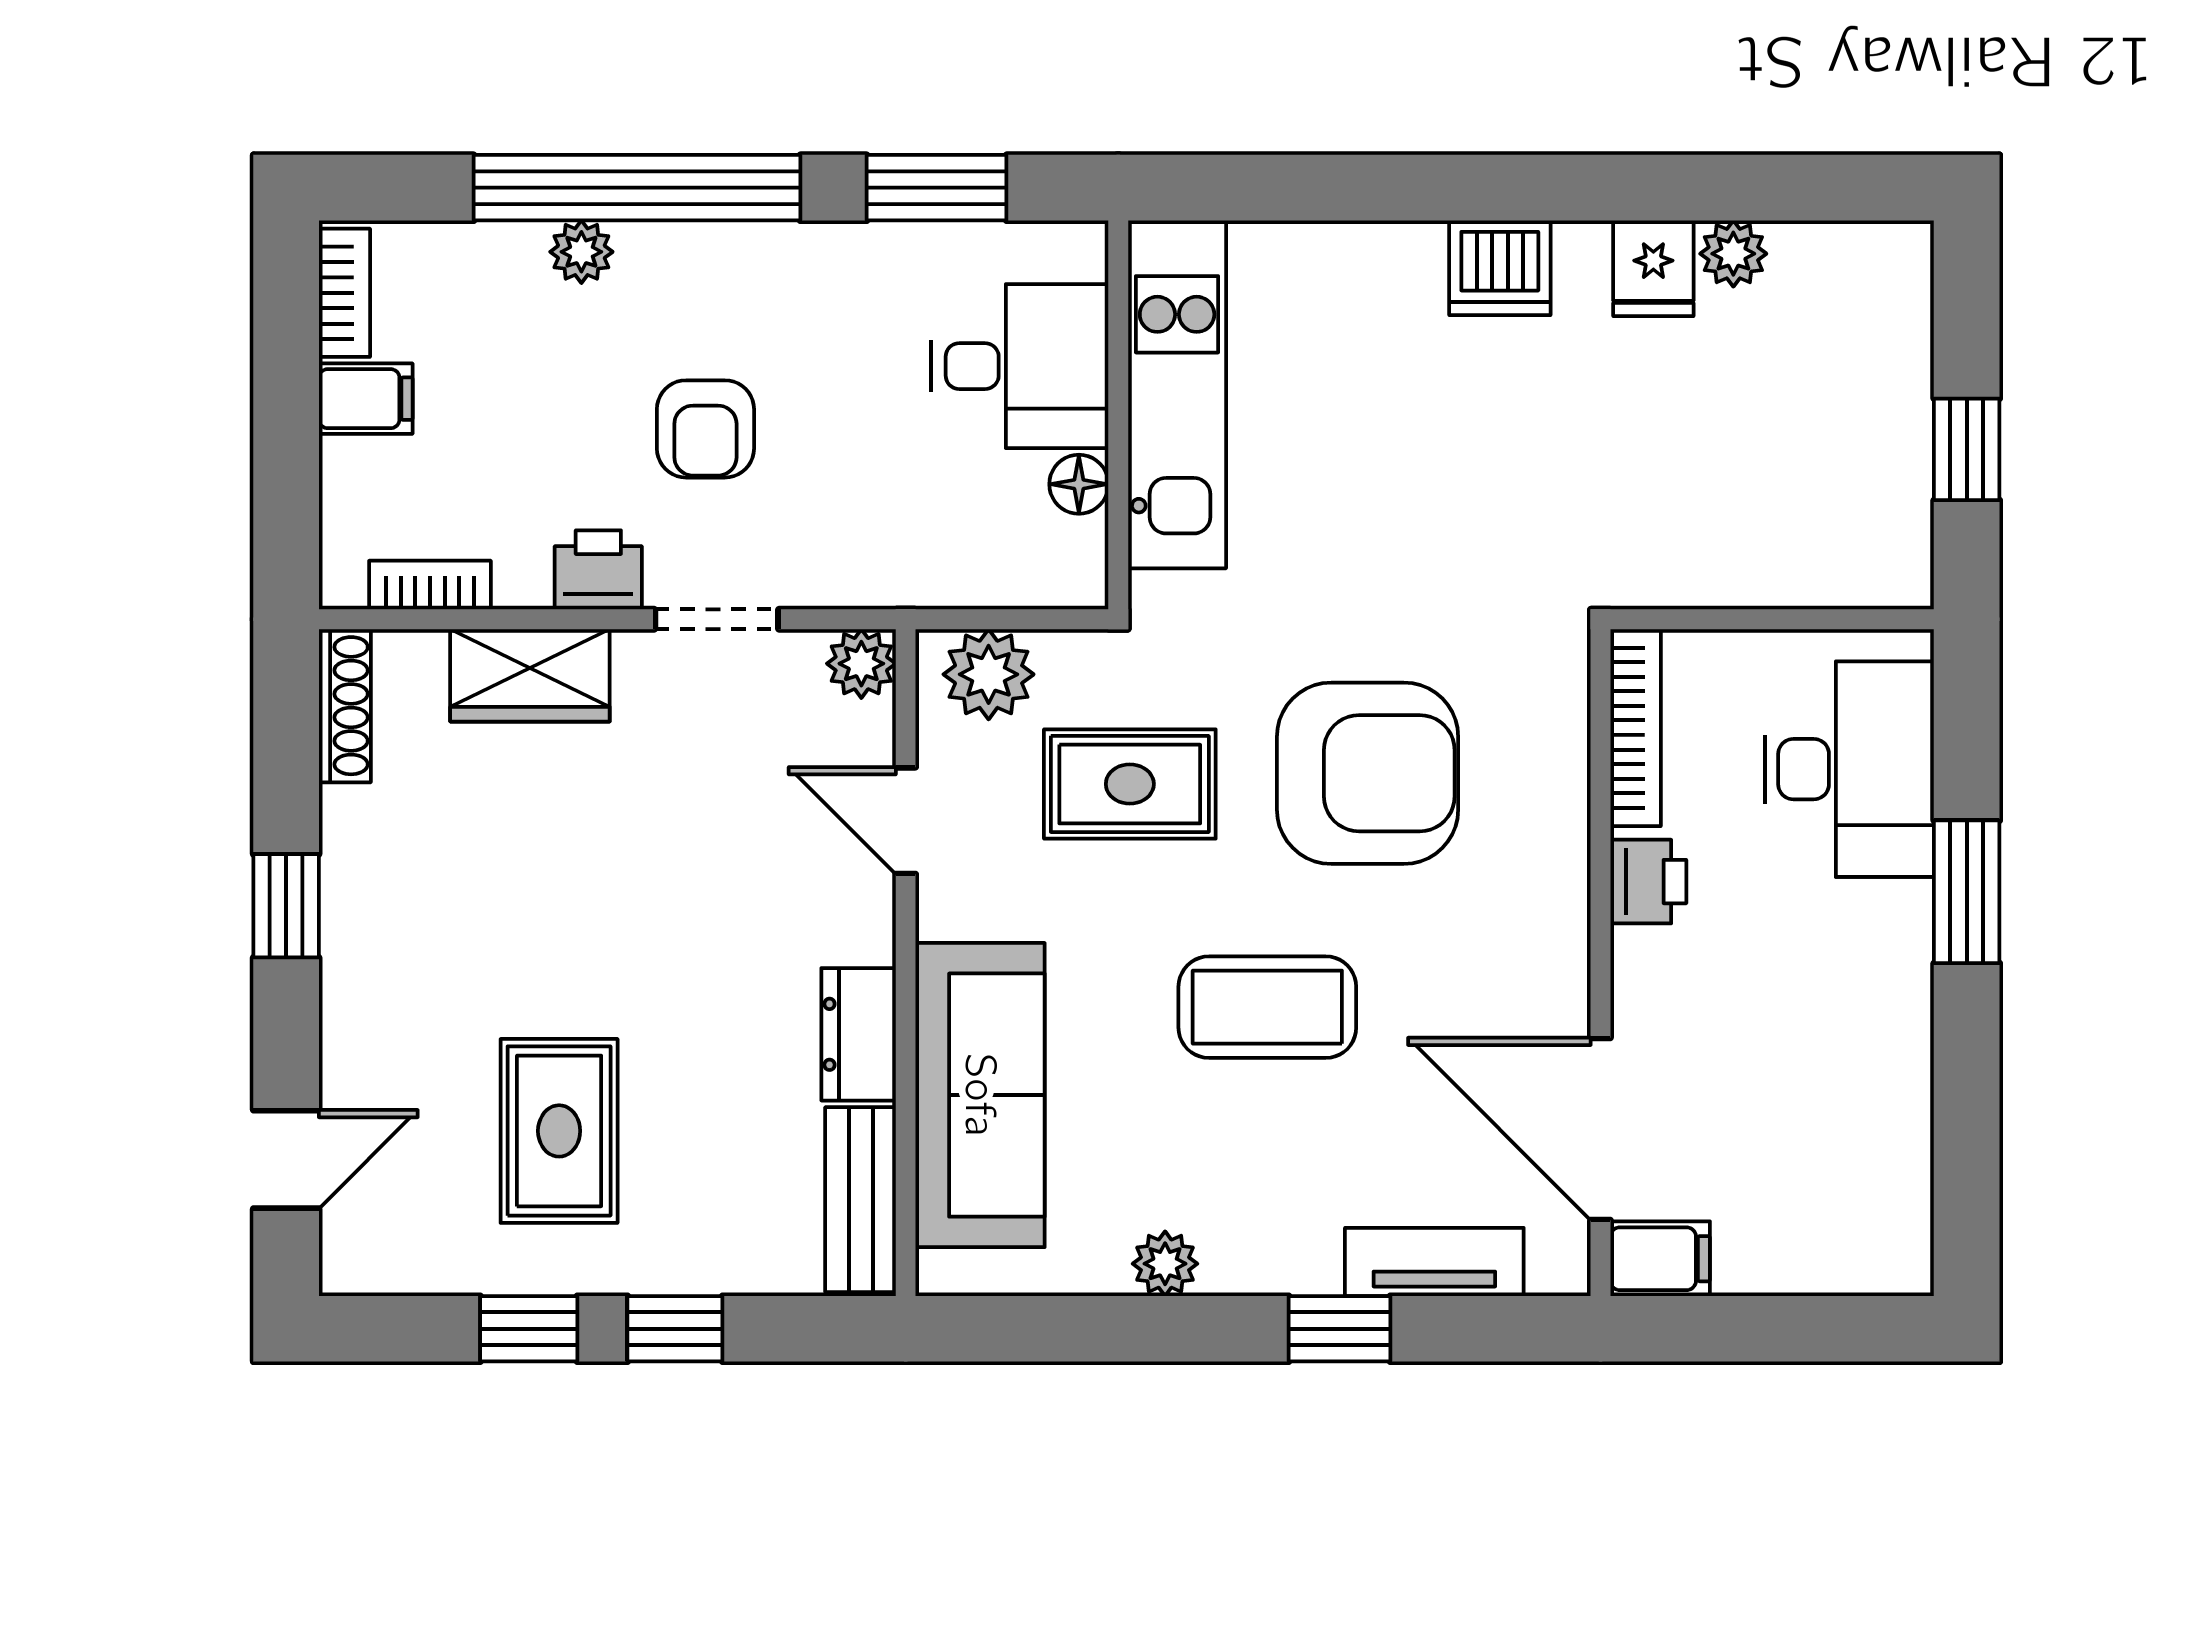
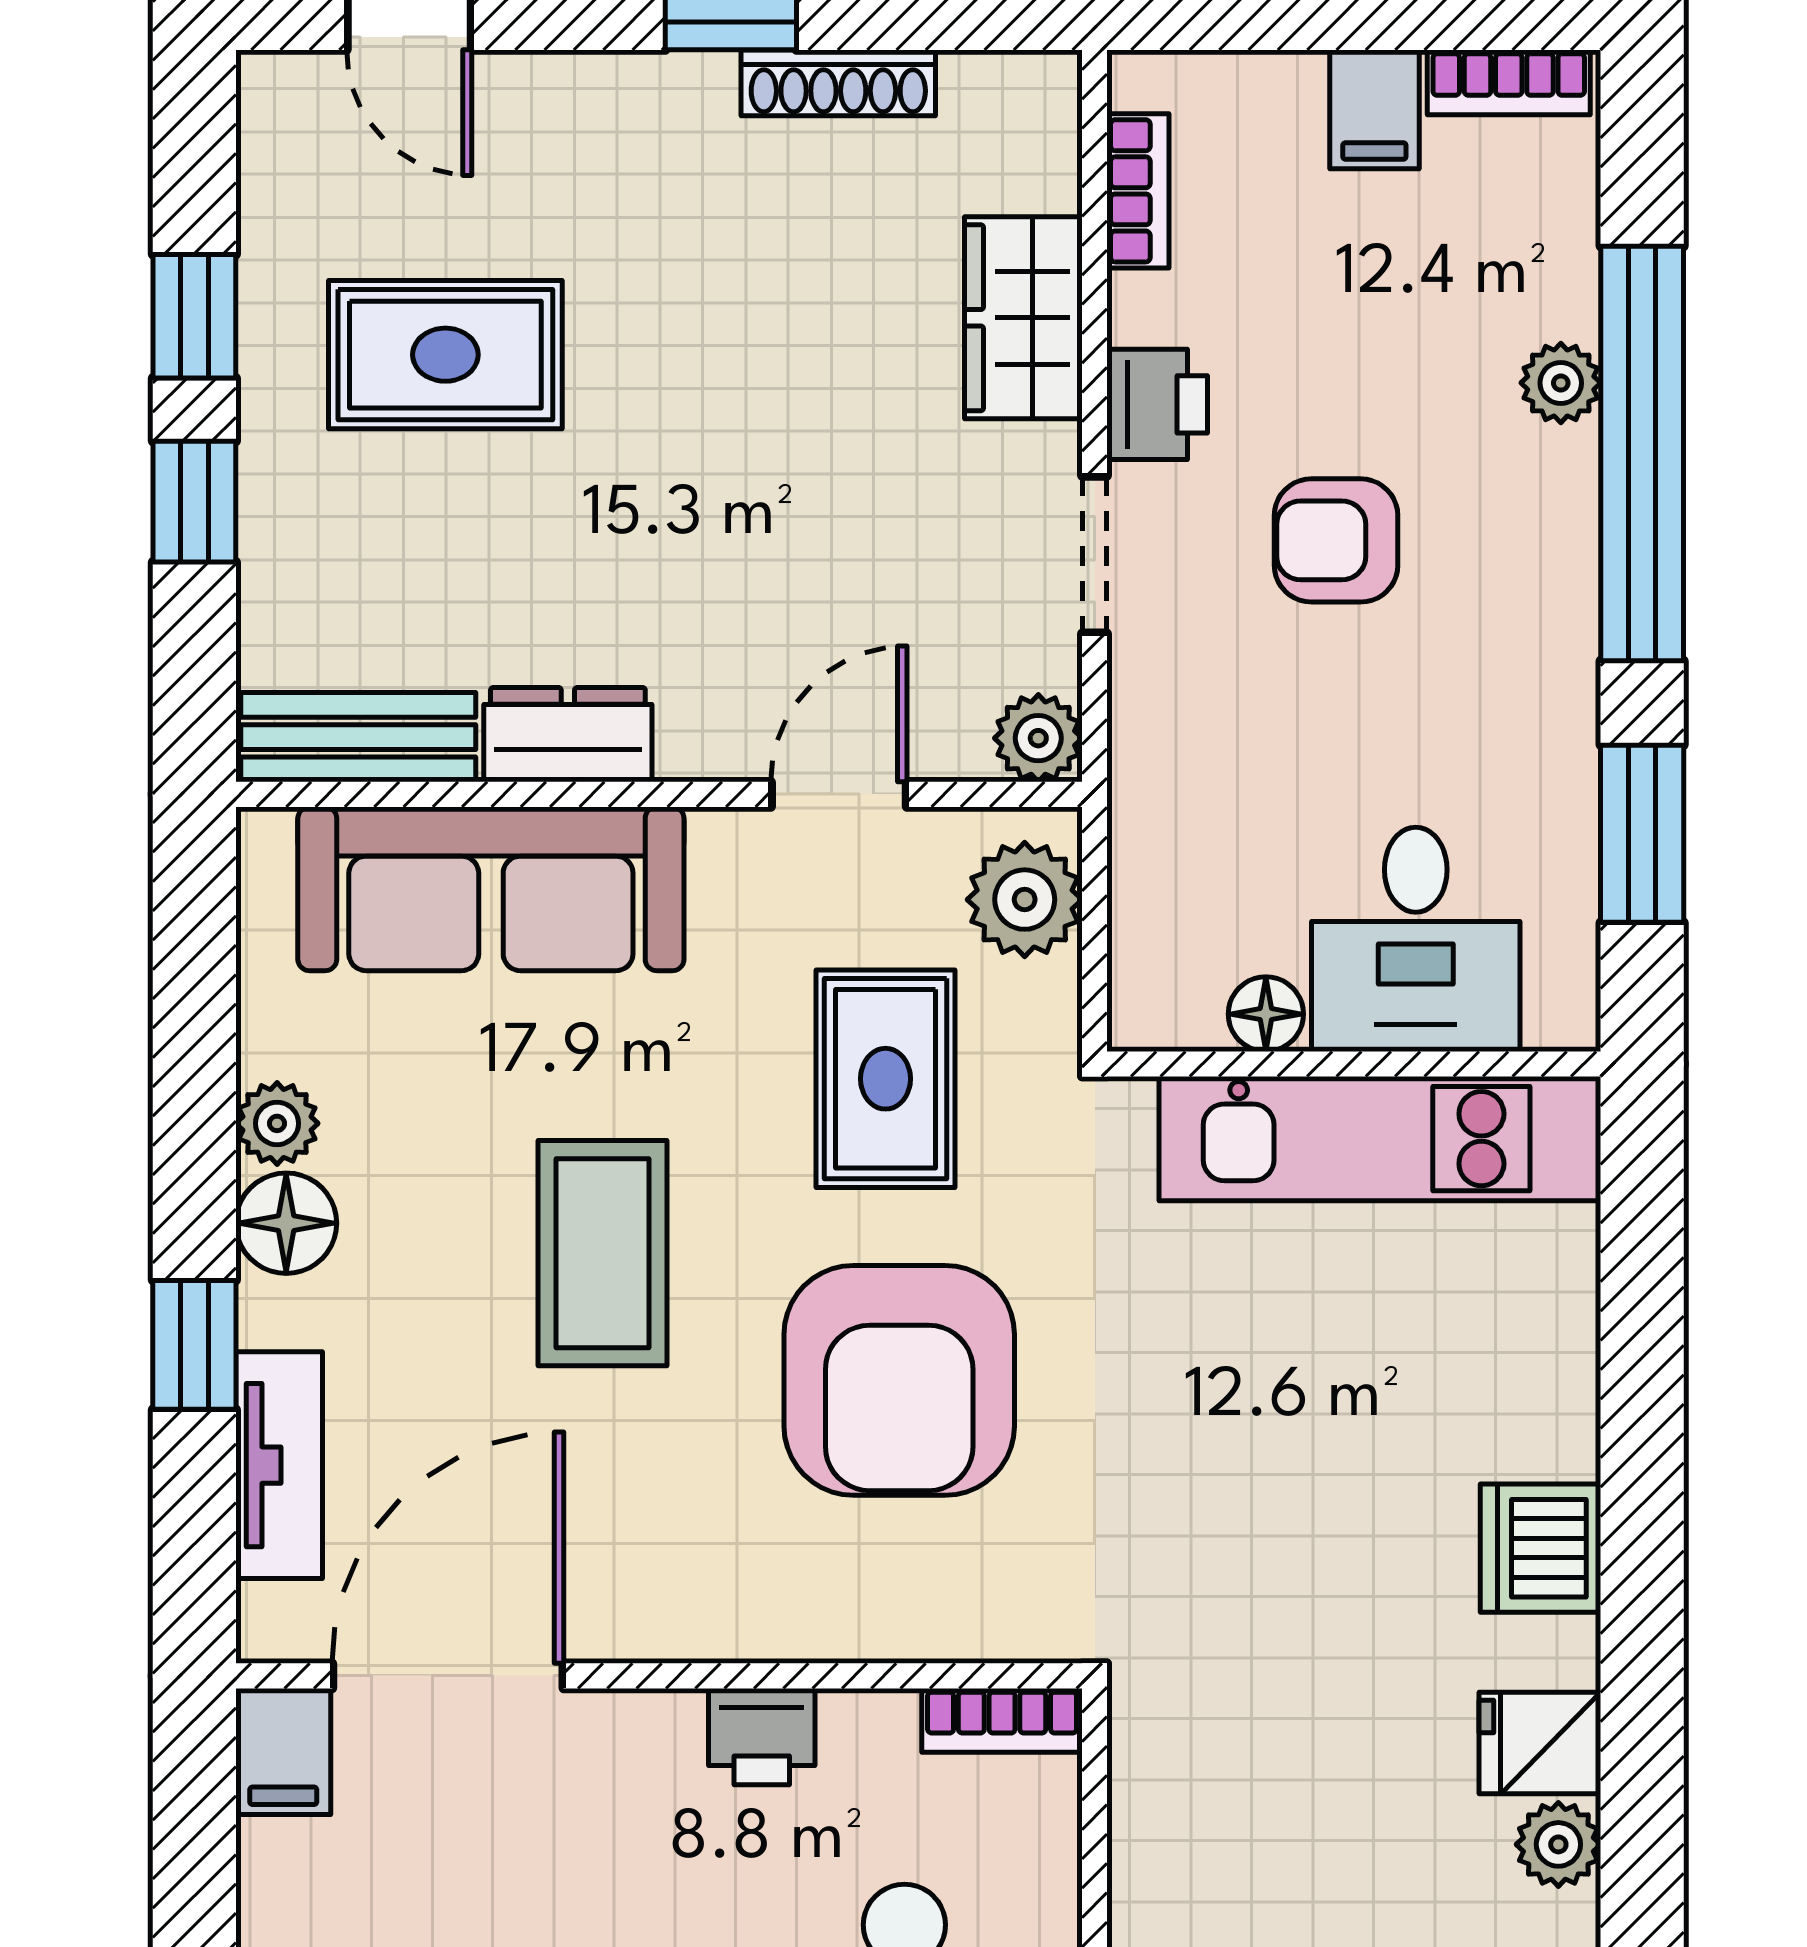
shoe rack: (345, 706) -> (838, 83), moved
bookcase: (1636, 728) -> (1002, 1720), width x0.64
floor lamp: (1244, 1256) -> (286, 1223), added

